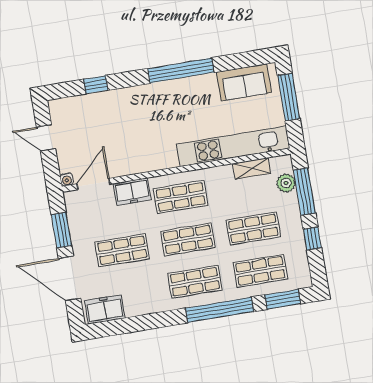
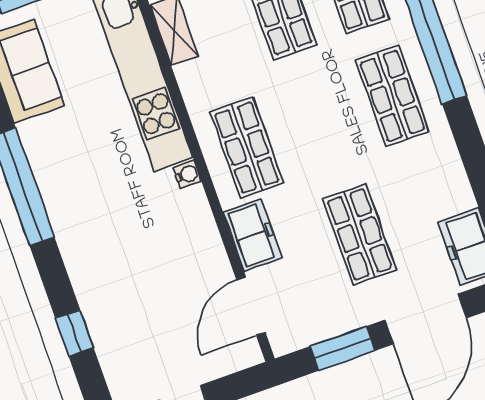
water cooler: (67, 179) -> (187, 174), moved
door: (93, 184) -> (251, 306), hinge flipped
shop shelf: (188, 239) -> (320, 122), removed

